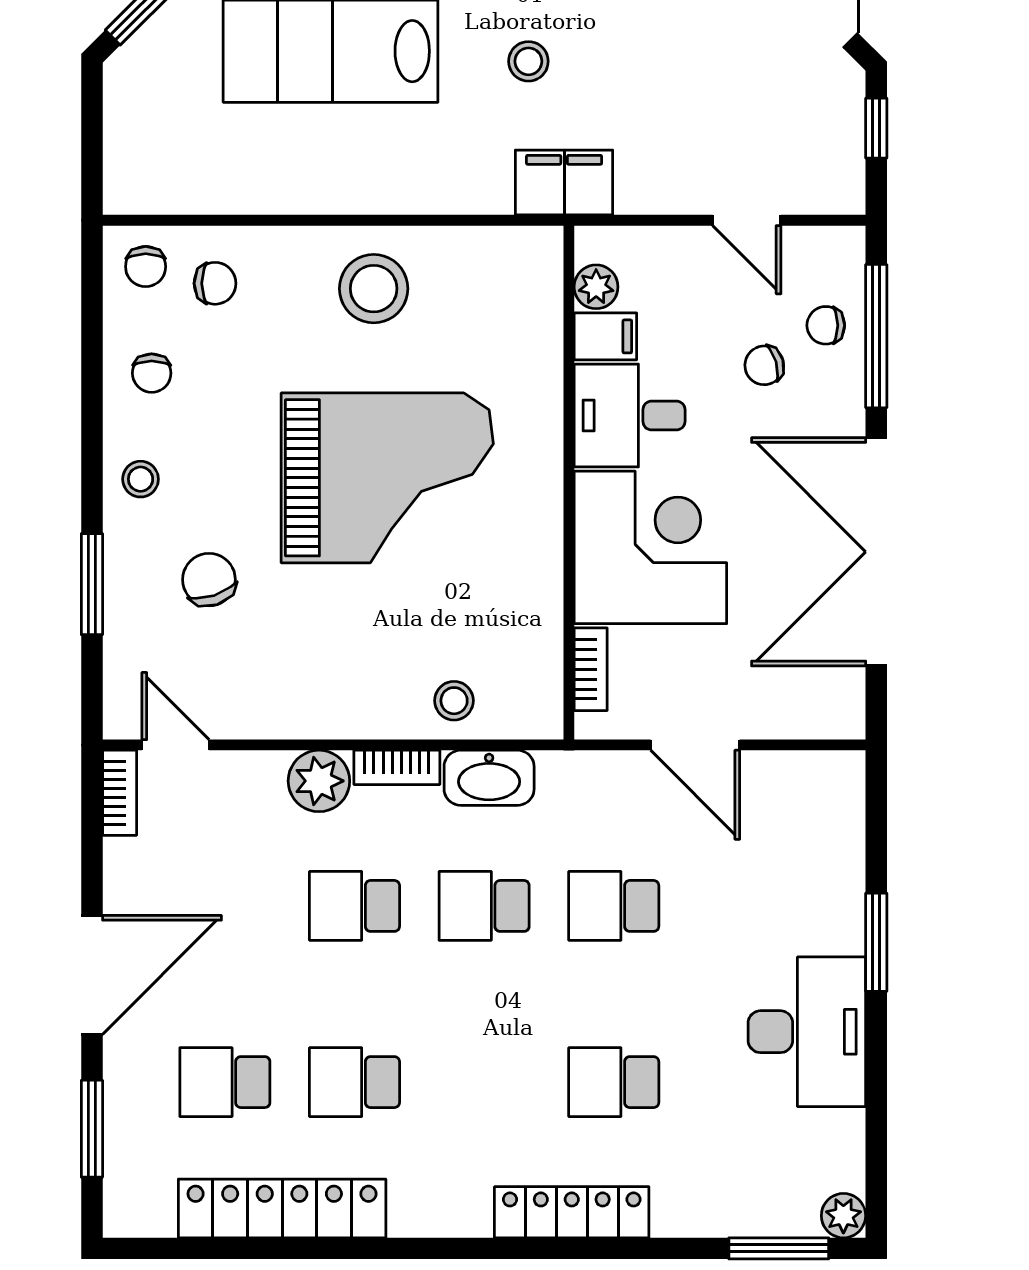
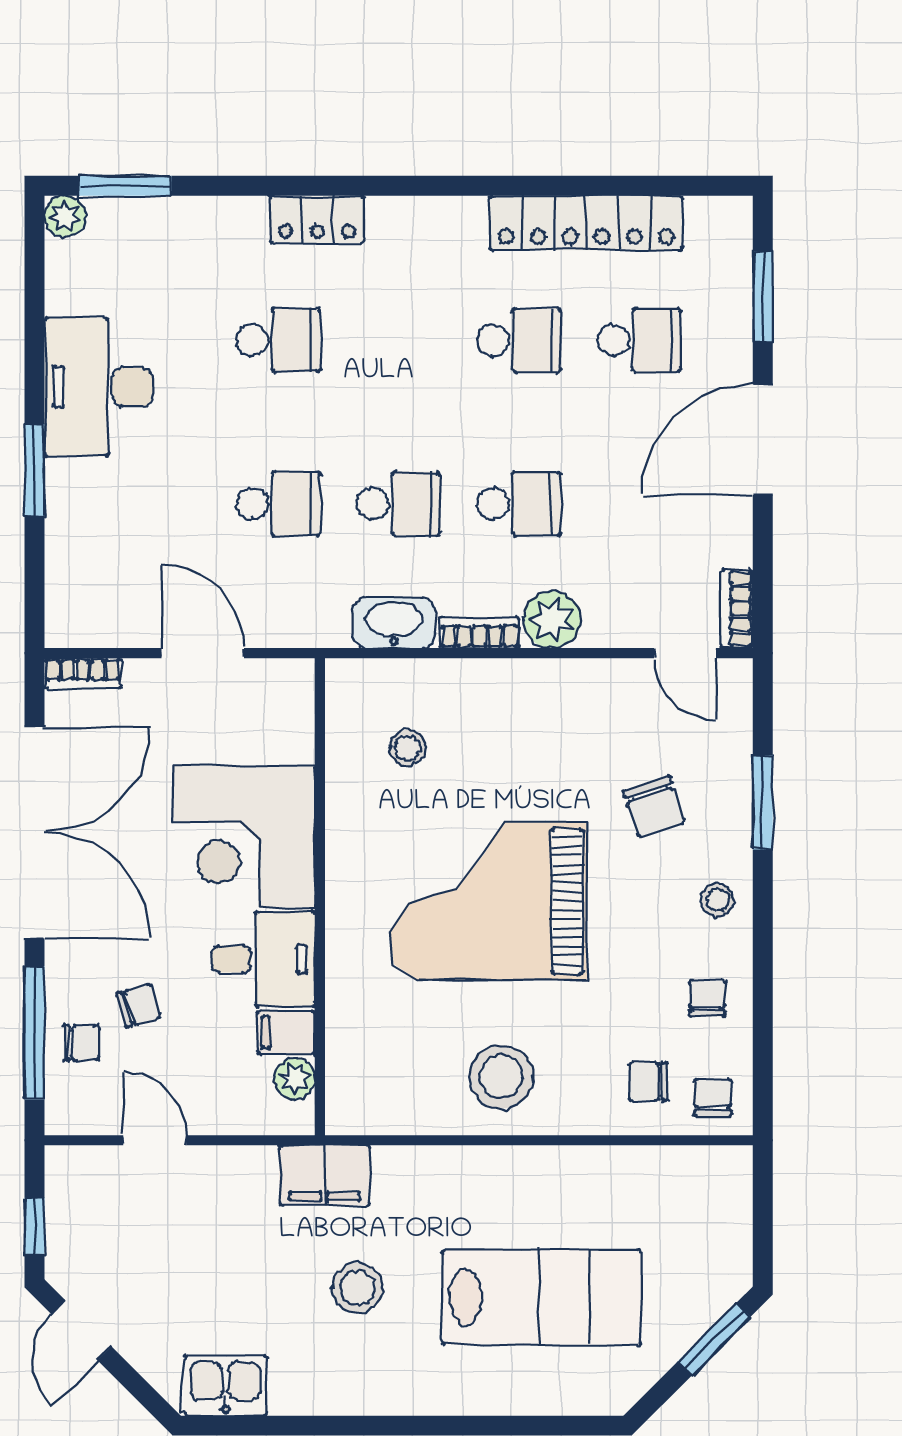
stool: (528, 61) -> (357, 1288), width x1.37, depth x1.37
bookcase: (591, 669) -> (83, 673), moved, turned -90
stool: (454, 701) -> (407, 748), moved
locker: (572, 1212) -> (317, 219), width x0.66

